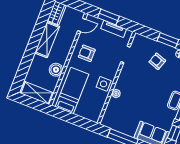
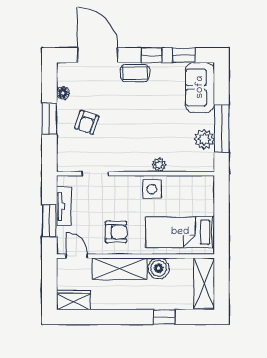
shelving: (47, 40) -> (120, 269), moved
armchair: (87, 53) -> (116, 232), turned -90
window: (26, 62) -> (164, 317), added
plant: (121, 126) -> (204, 139), added

